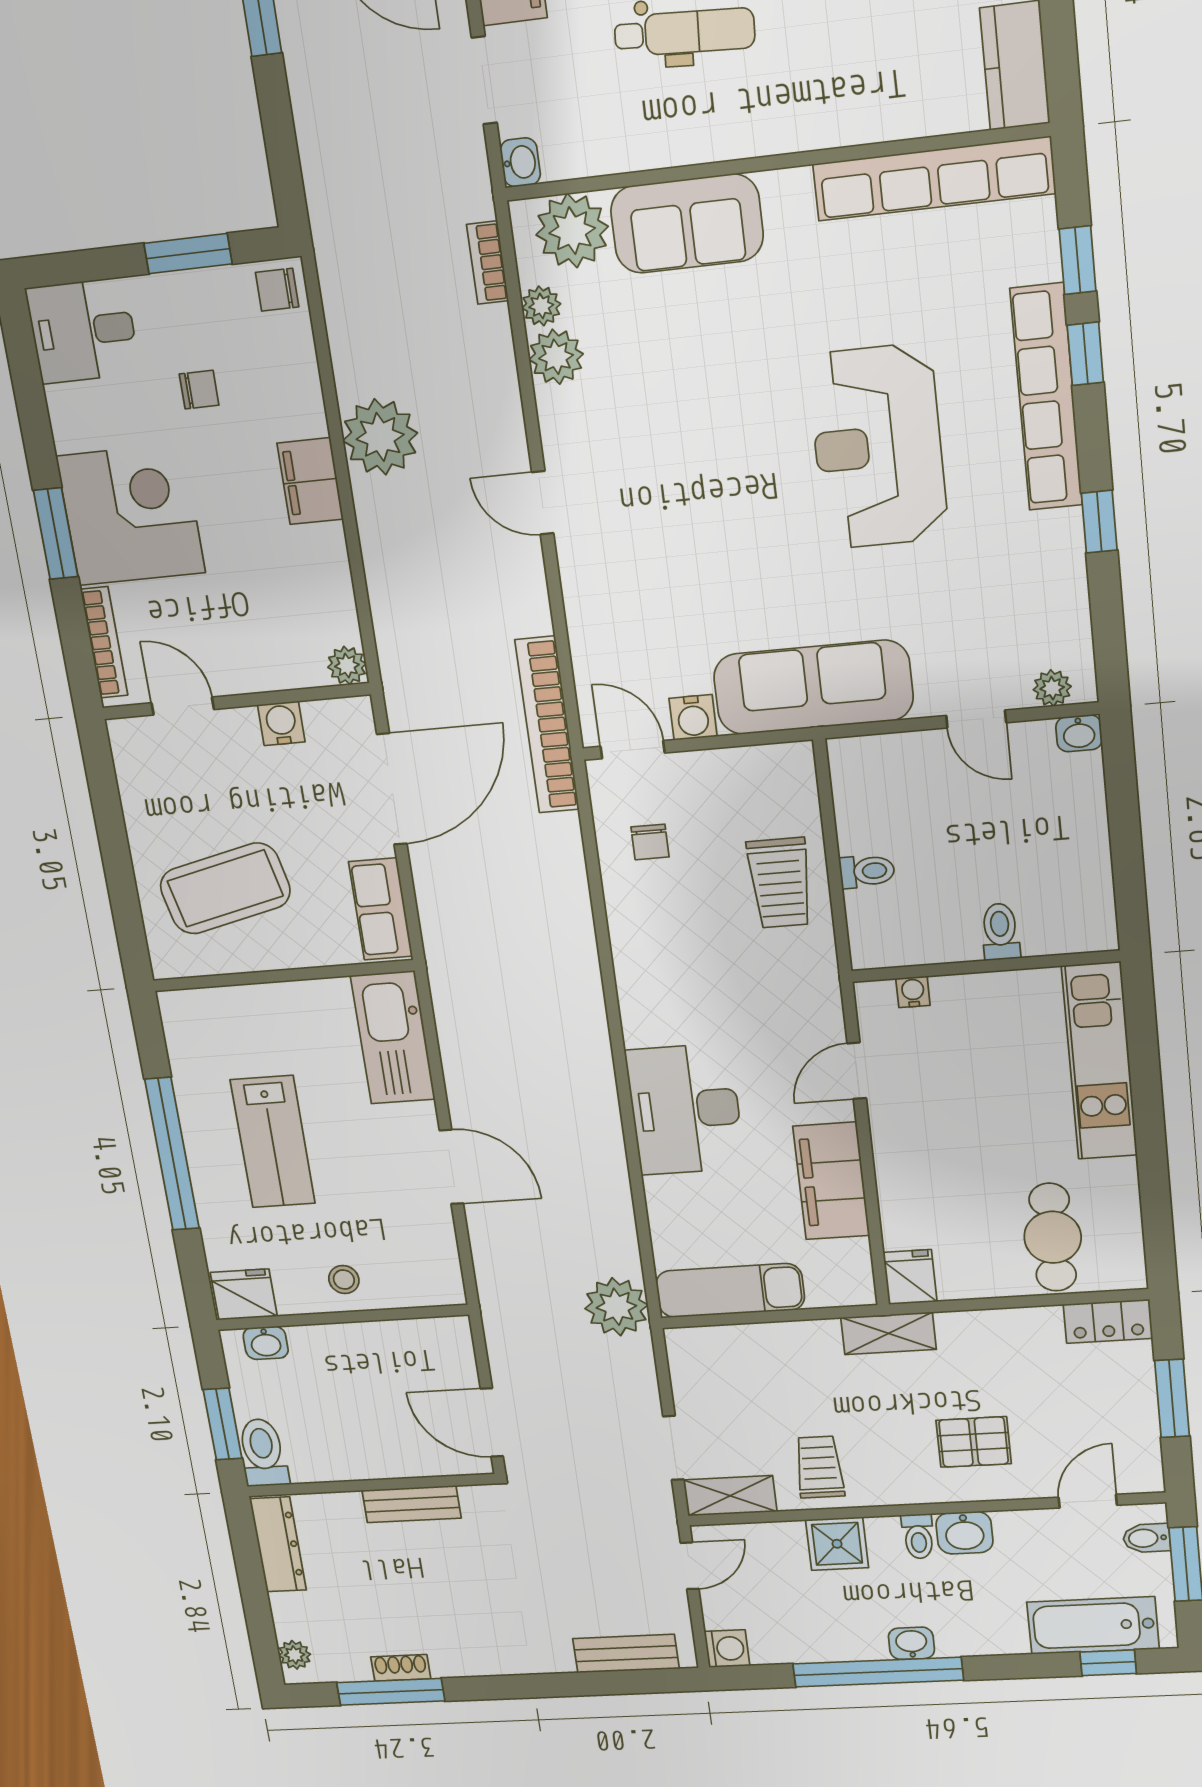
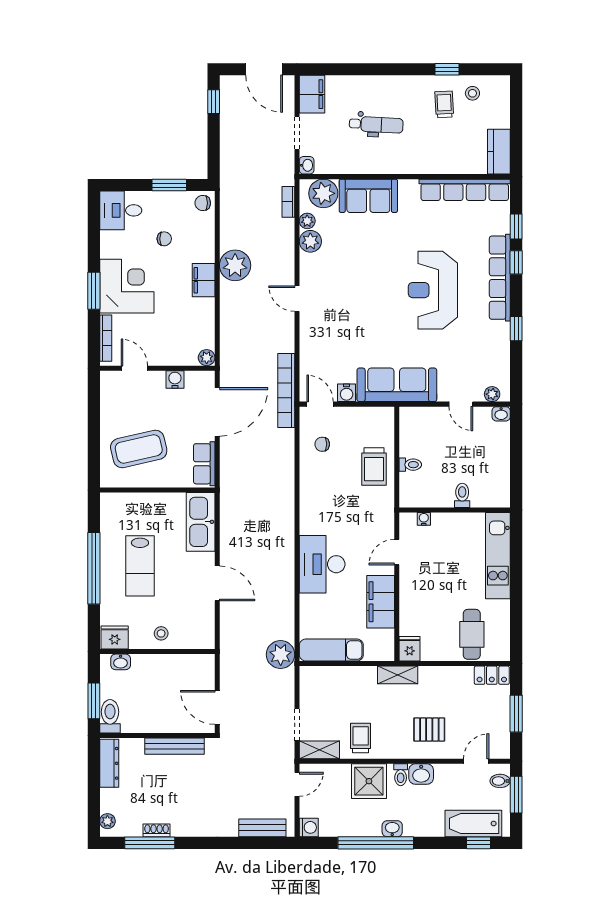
chair: (650, 842) -> (322, 444), turned 90
bench: (412, 1504) -> (175, 746), width x1.36
shower: (837, 1544) -> (369, 781), width x1.36, depth x1.36

